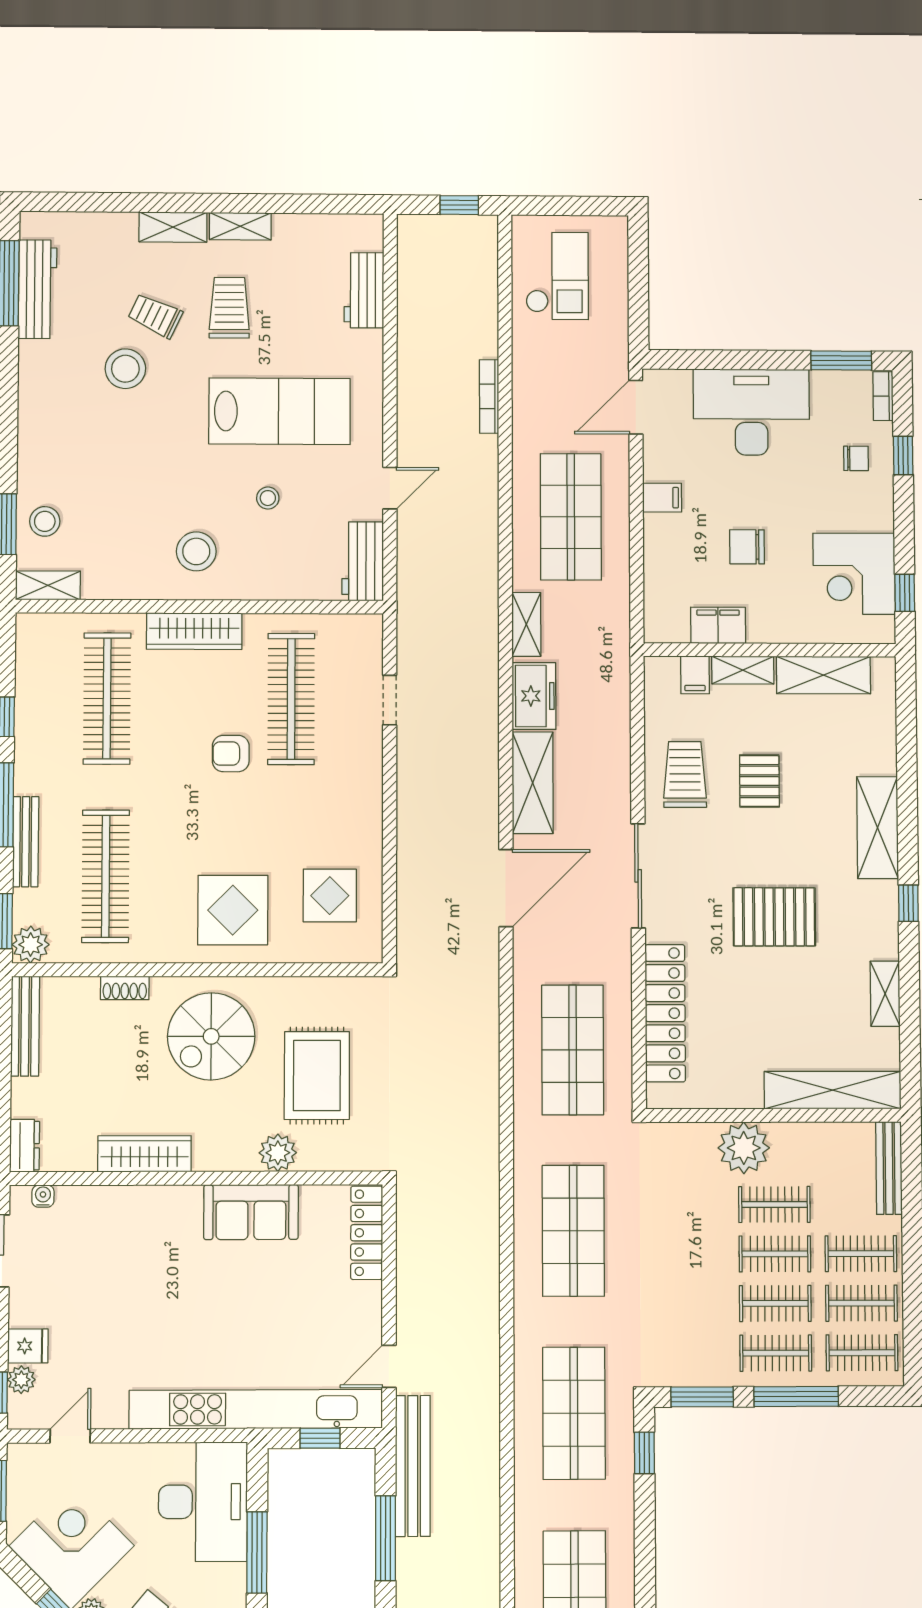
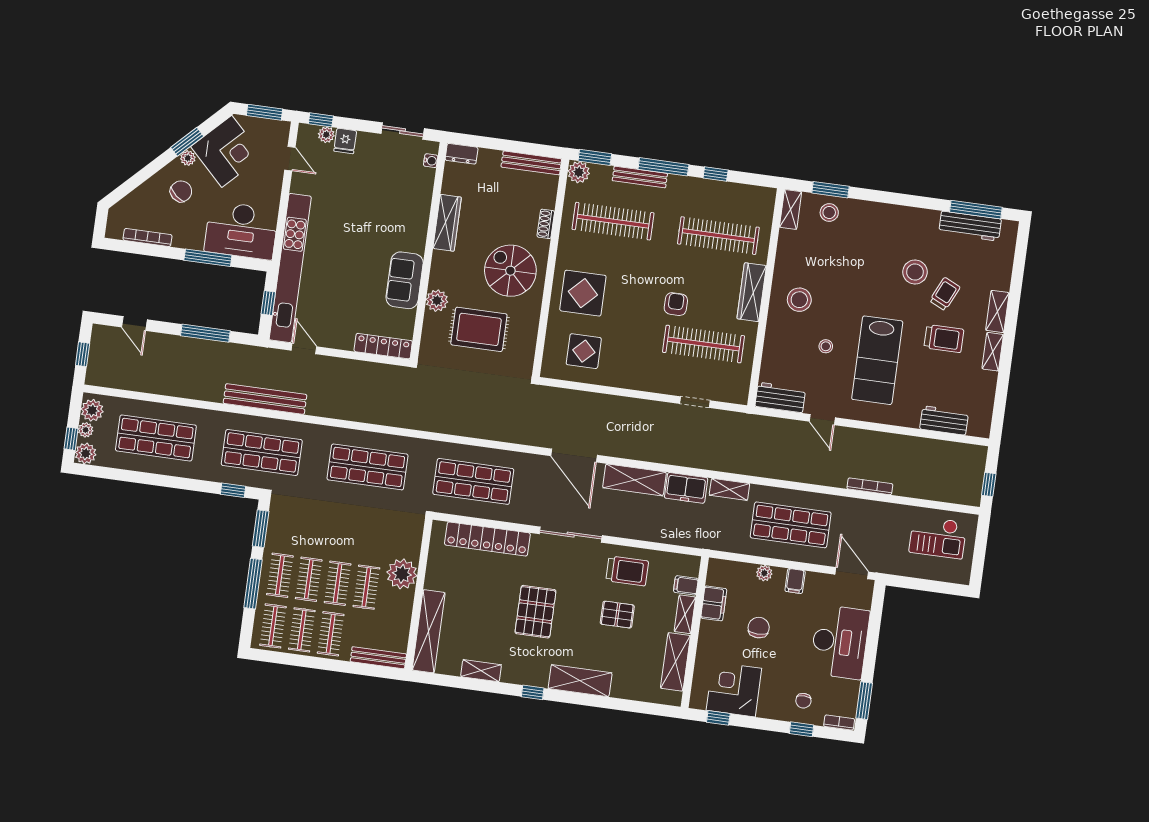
plant: (656, 549) -> (764, 573), added
bench: (413, 1466) -> (265, 399), moved

